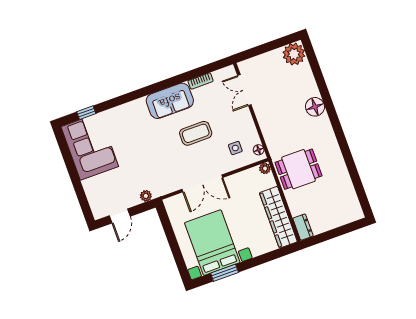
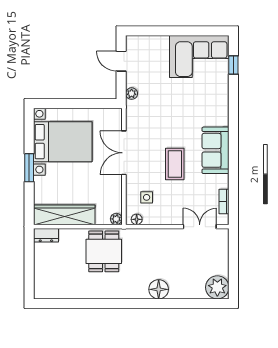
bookcase: (201, 81) -> (224, 202), moved
window: (225, 273) -> (29, 168), moved

